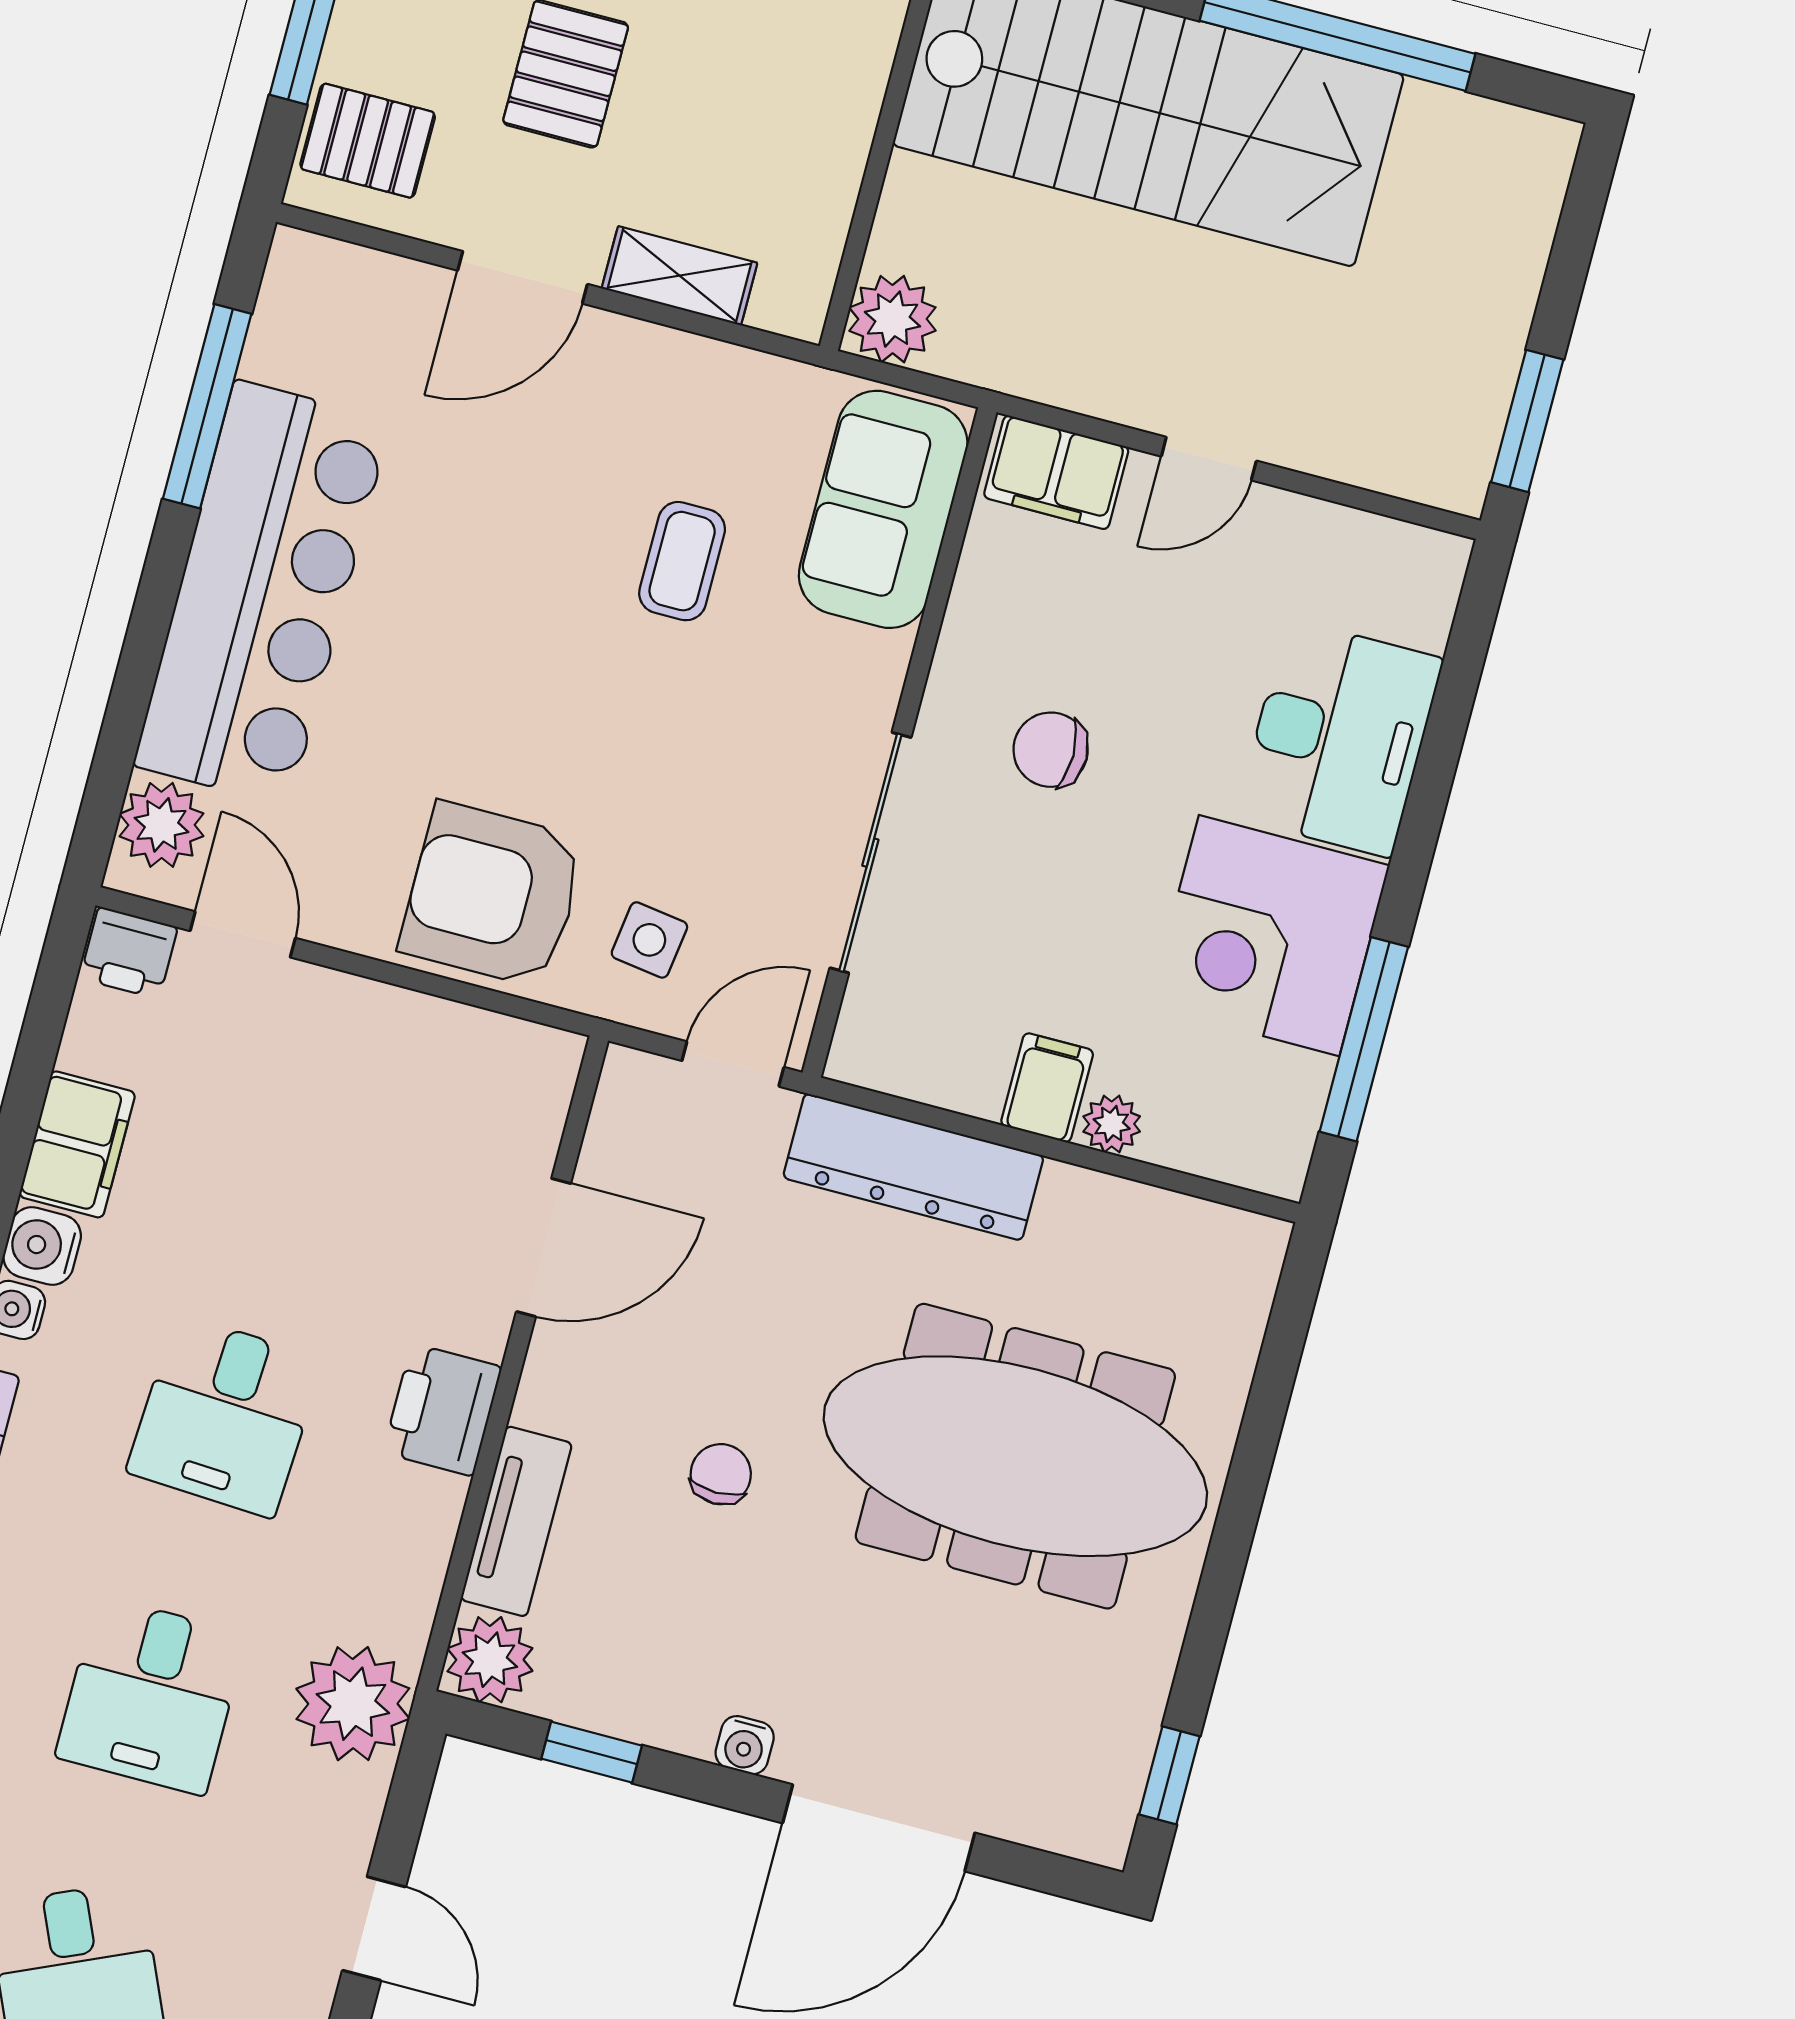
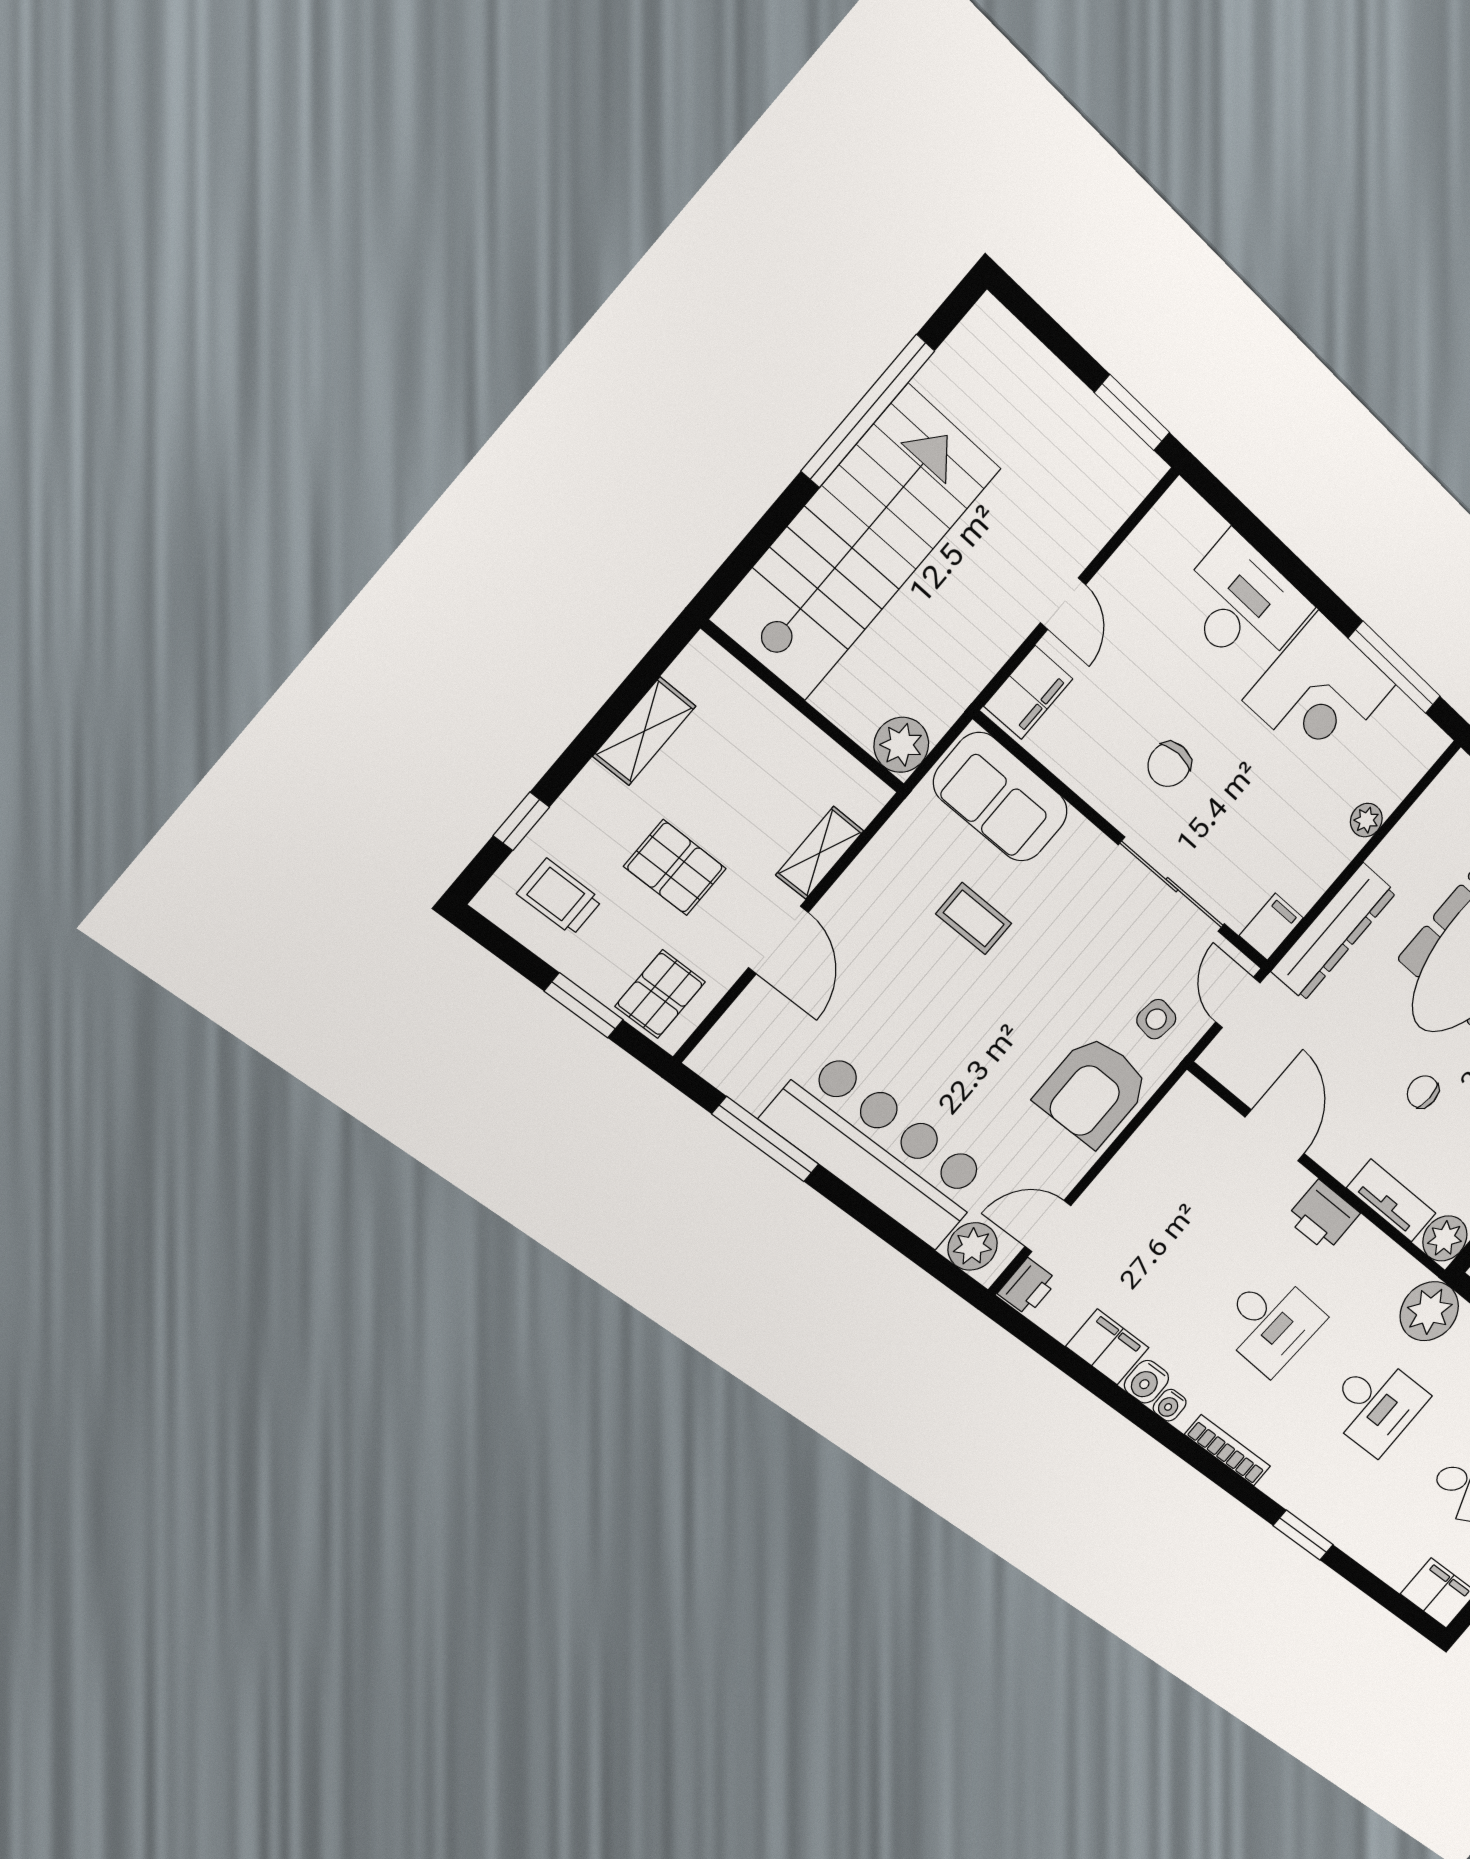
filing cabinet: (1047, 1088) -> (1271, 927), moved, turned 90

